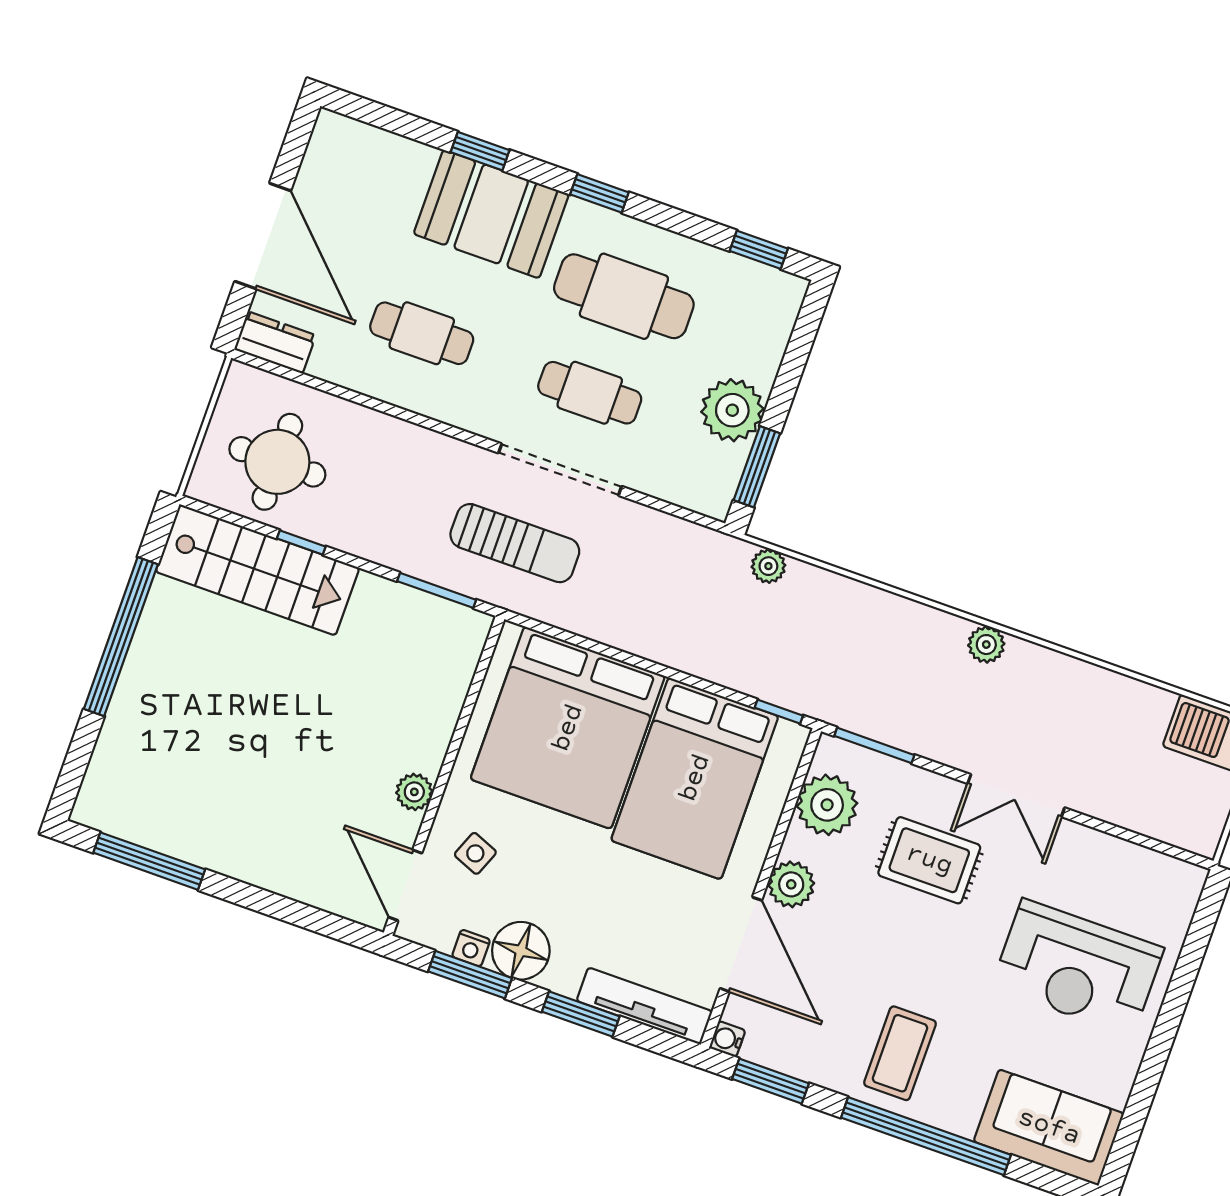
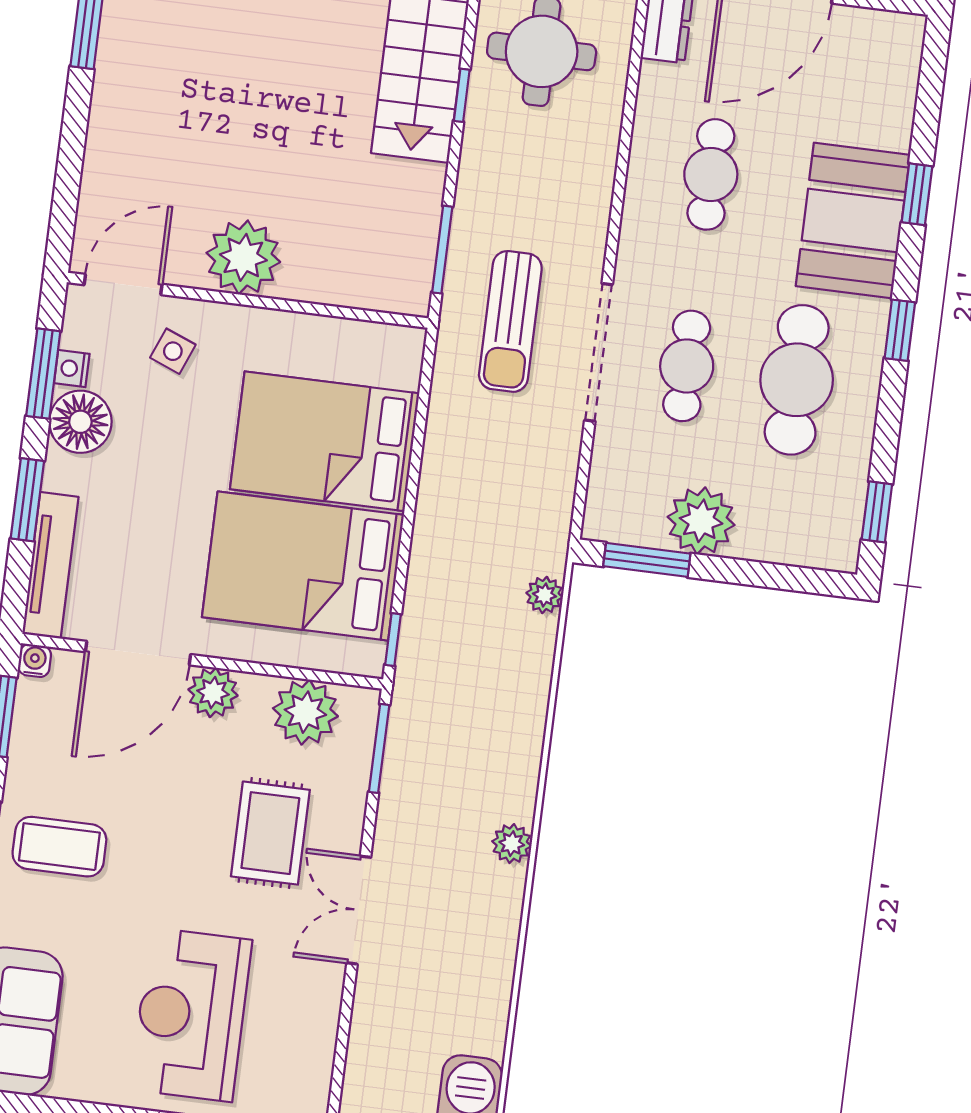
bed: (568, 728) -> (325, 441), width x0.73
plant: (414, 792) -> (243, 257), width x1.87, depth x1.87

